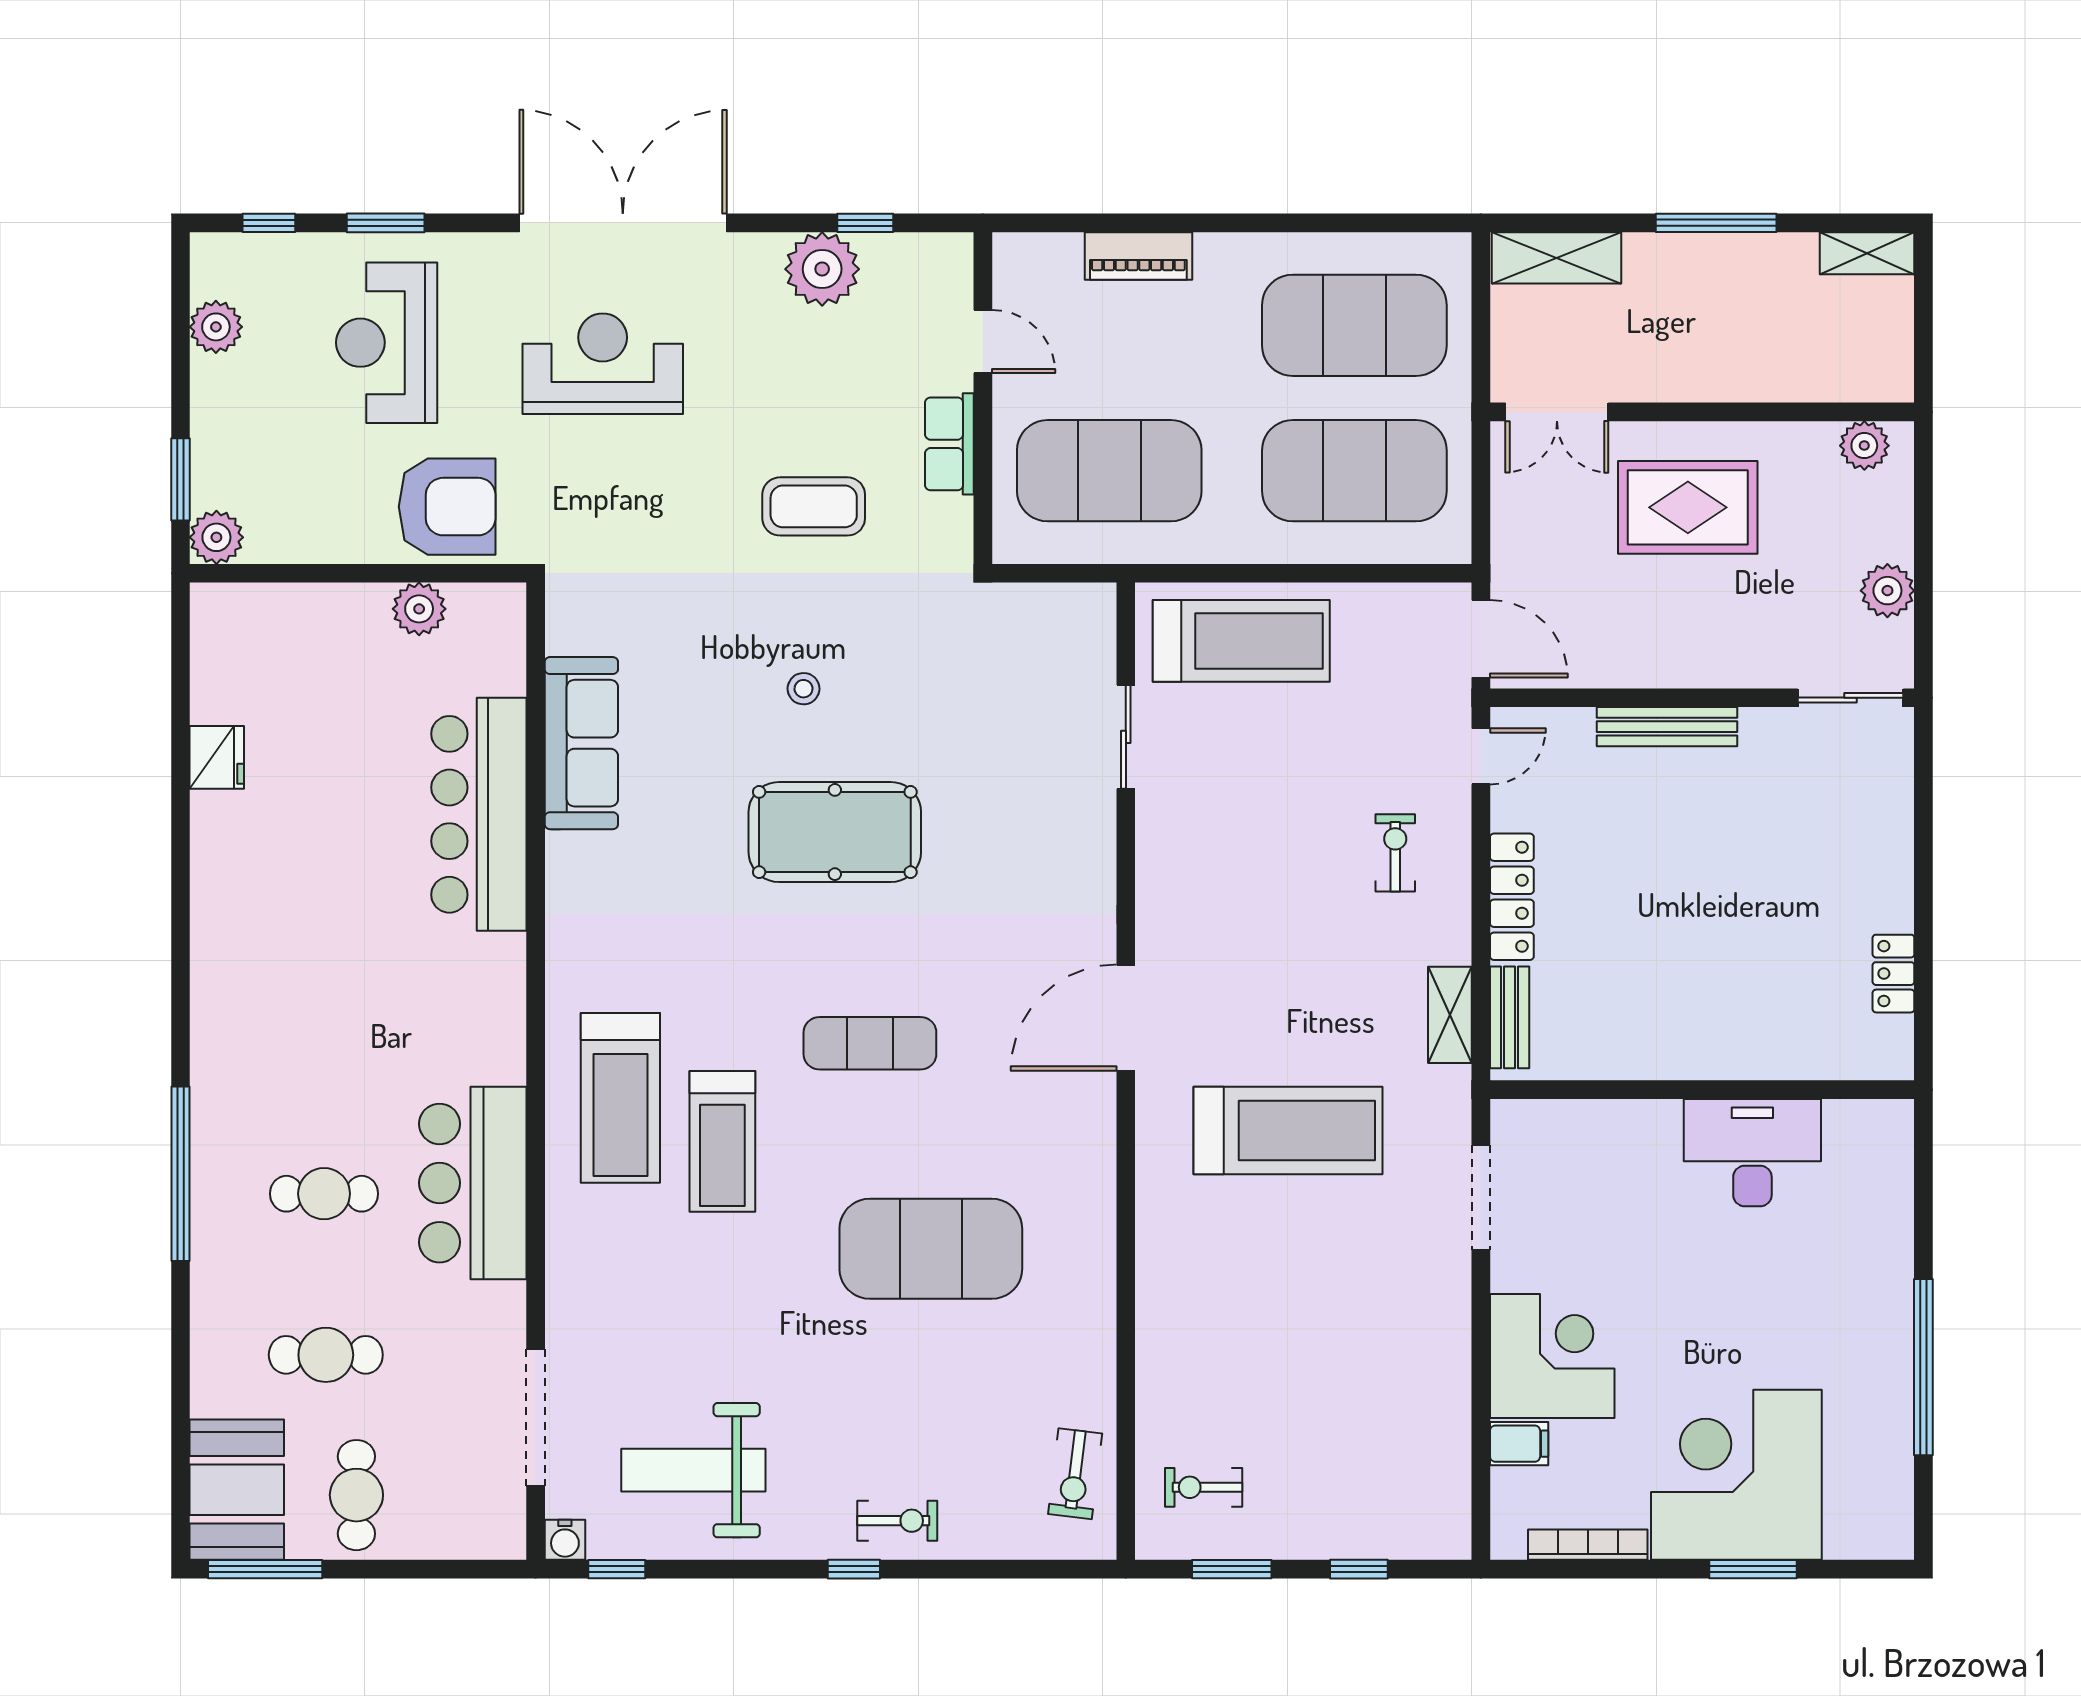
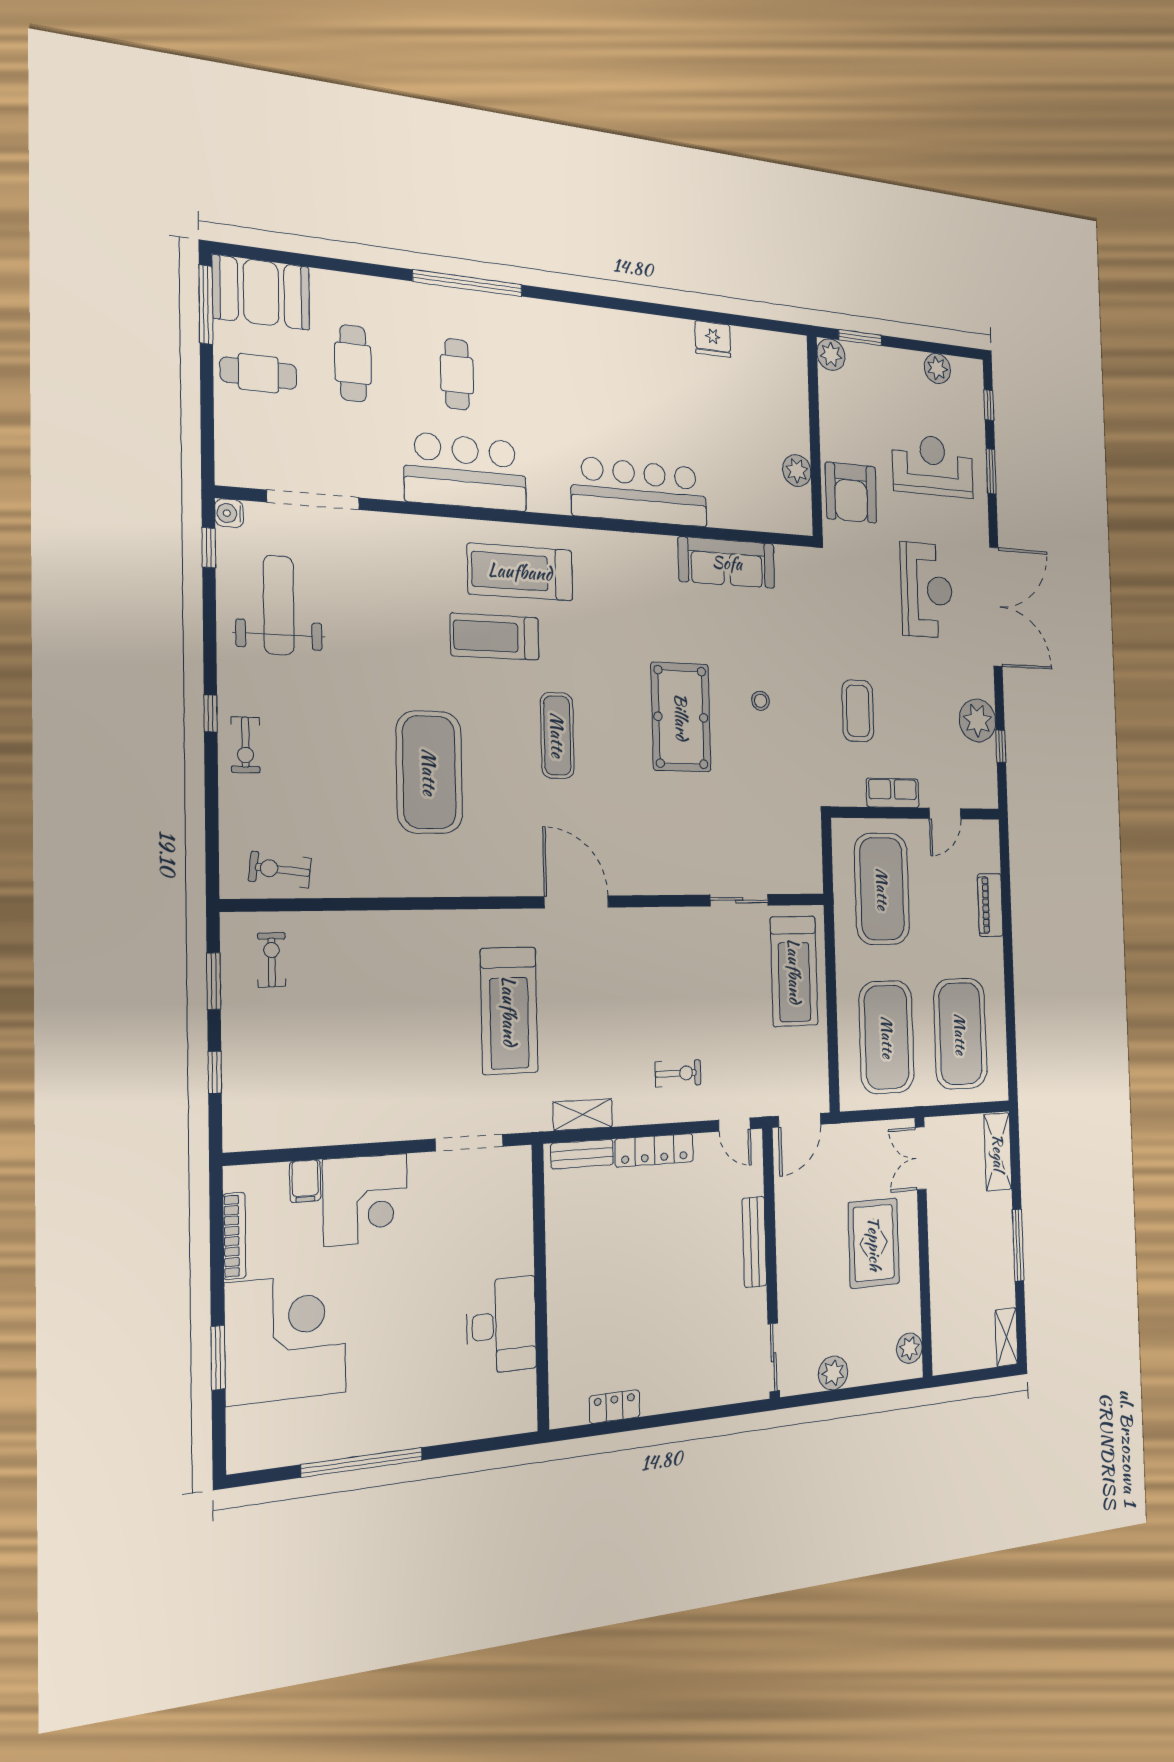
bar counter: (479, 814) -> (640, 492), moved

